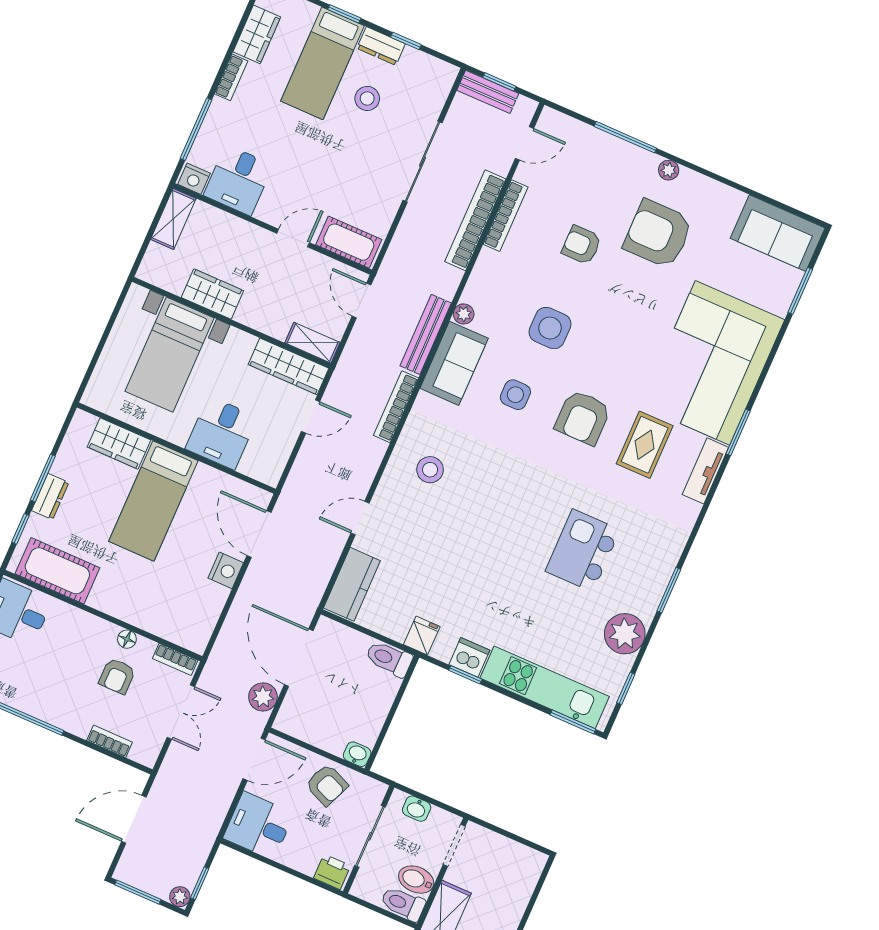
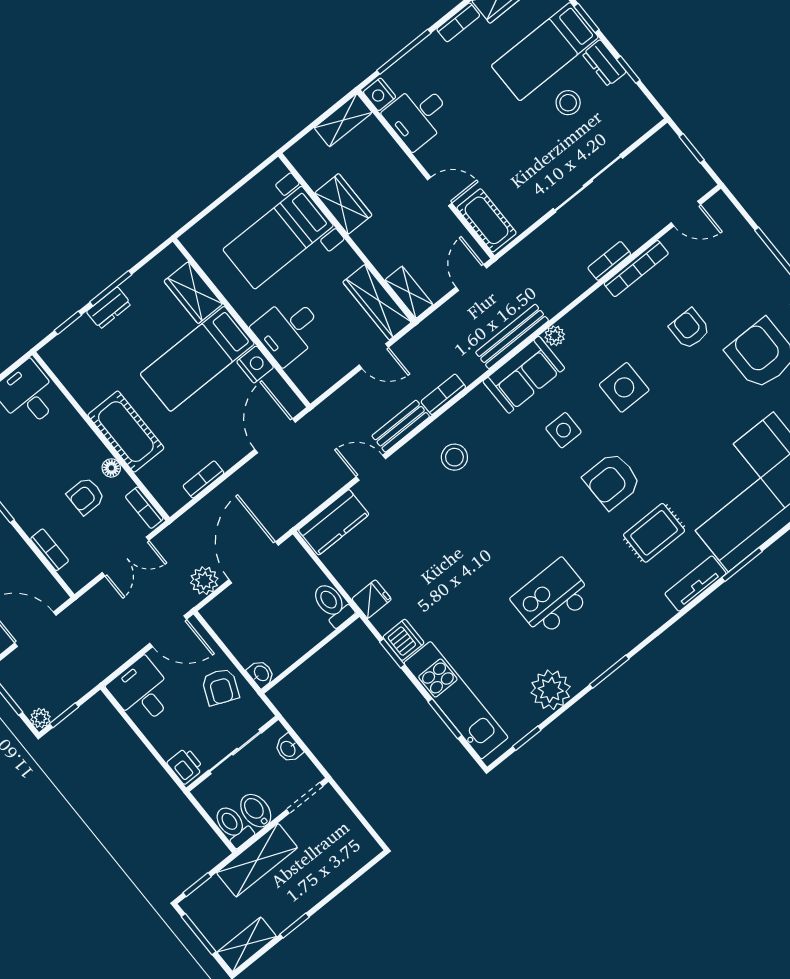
bench: (488, 92) -> (401, 426), moved, turned 90
bookcase: (475, 220) -> (609, 261), width x0.43, depth x0.76
bookcase: (396, 407) -> (443, 394), width x0.64
nightstand: (226, 570) -> (255, 365), moved, turned -90
cot: (57, 571) -> (126, 432), moved
bookcase: (215, 607) -> (204, 479), added
window: (573, 722) -> (445, 719), moved

